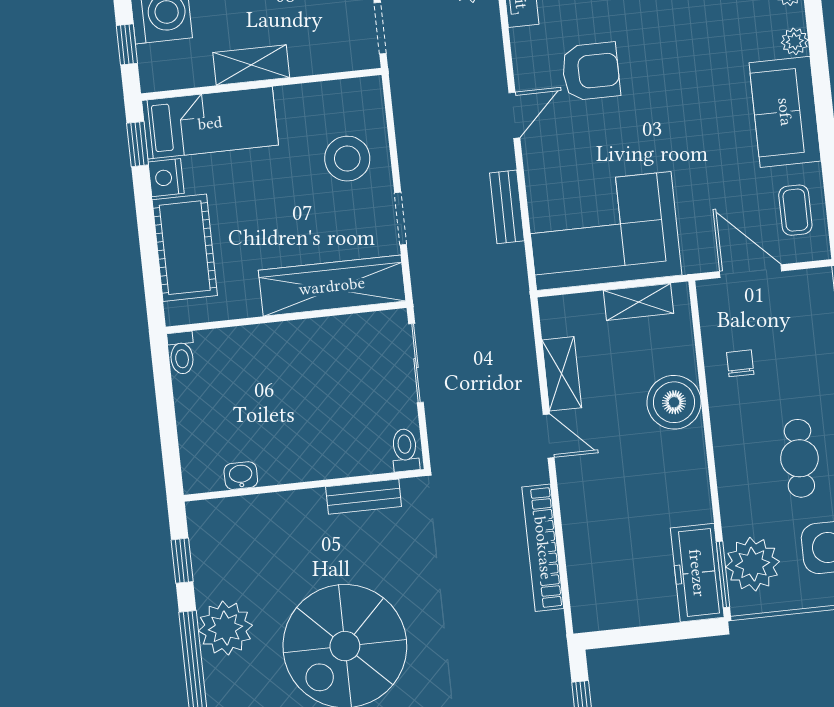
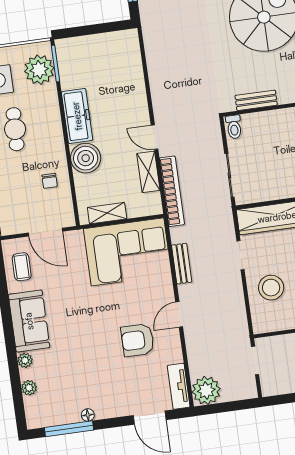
bookcase: (543, 548) -> (172, 191), moved
freezer: (697, 573) -> (77, 116), moved

